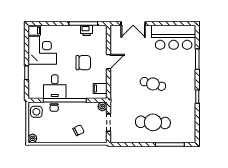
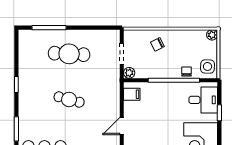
chair: (83, 63) -> (152, 125), removed
desk: (55, 87) -> (203, 100), moved, turned 90

